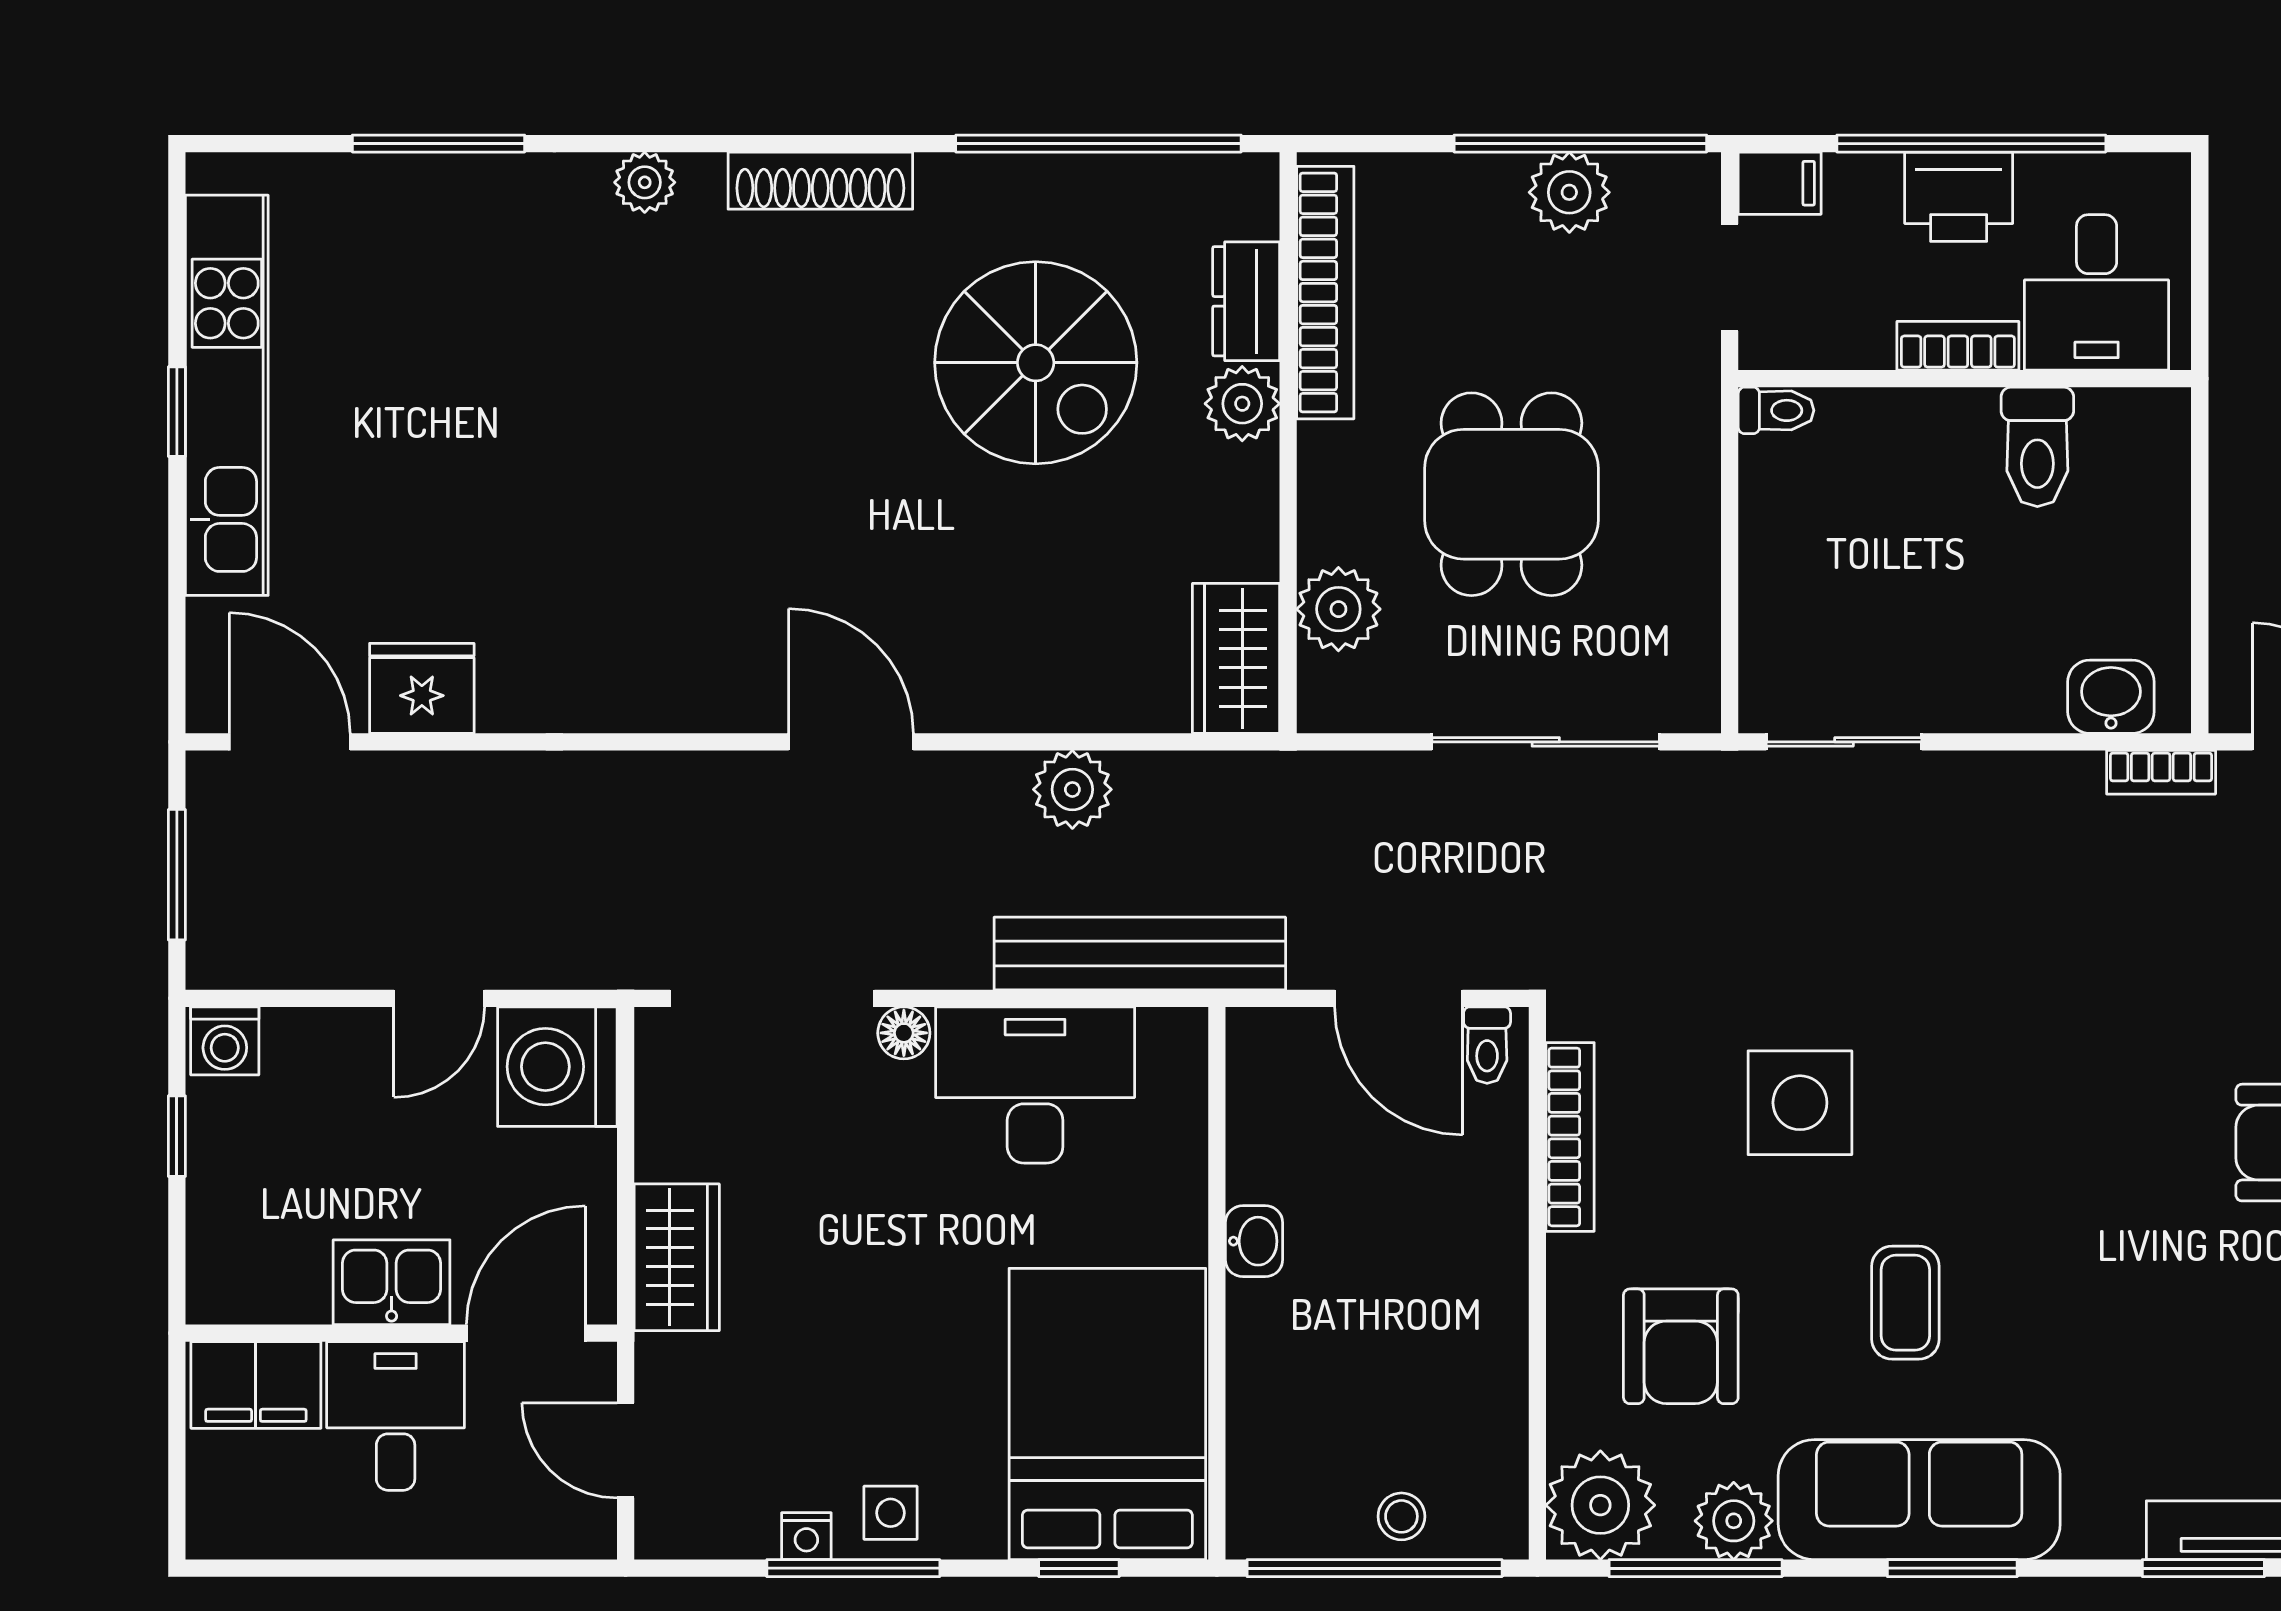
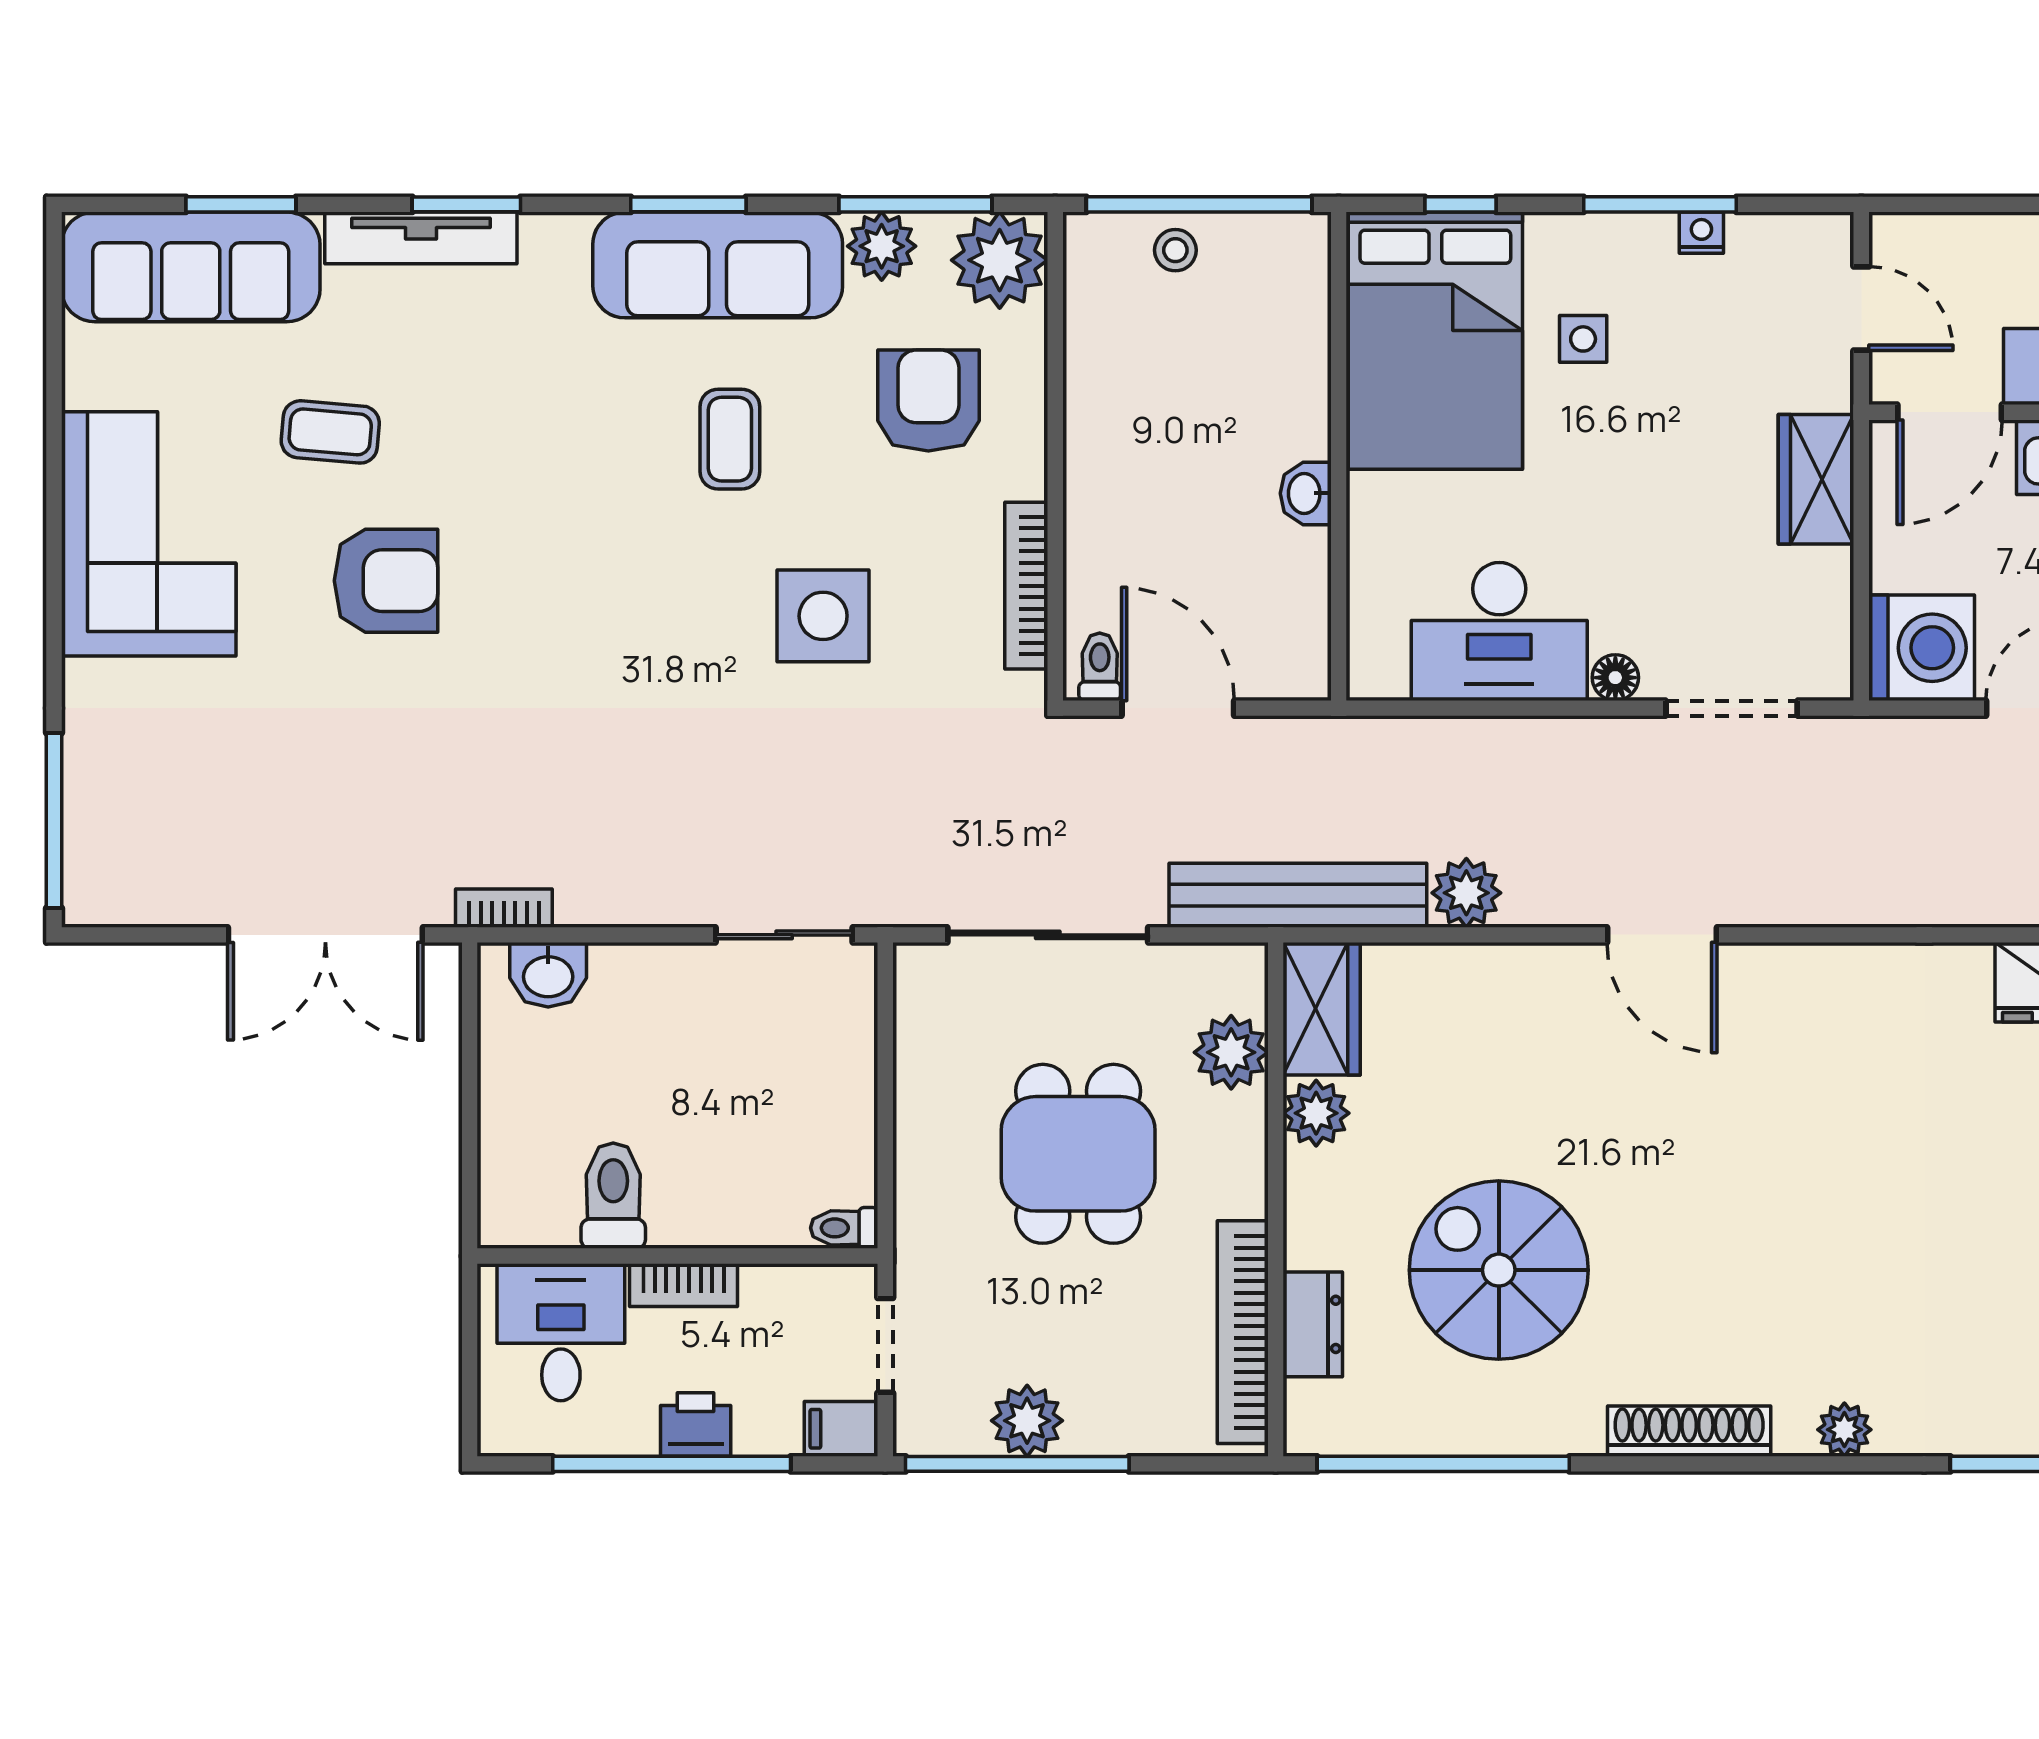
printer: (1959, 197) -> (696, 1424), width x0.73, depth x0.81
plant: (1242, 404) -> (1316, 1113), moved
bench: (1140, 954) -> (1298, 895), moved
doorway: (772, 998) -> (1732, 708), width x0.73
side table: (891, 1513) -> (1583, 339), moved

